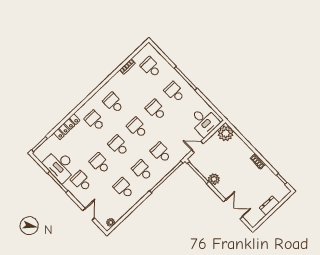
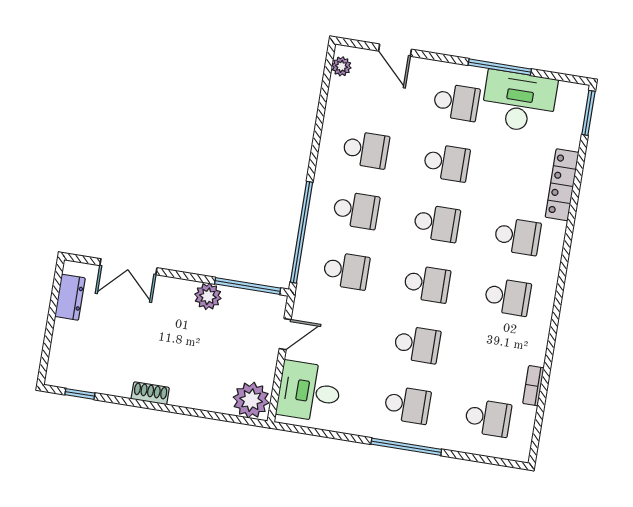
dresser: (269, 205) -> (70, 297), moved

